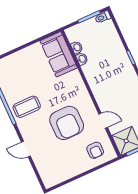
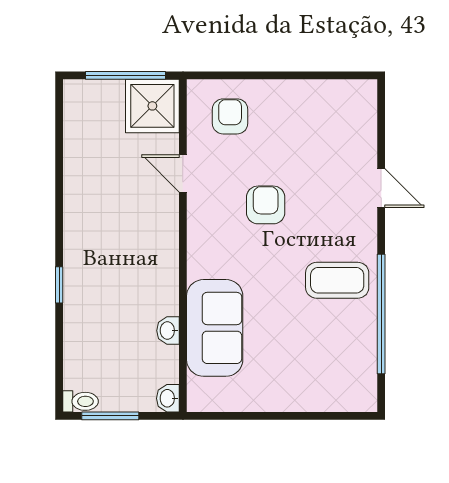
washbasin: (77, 47) -> (168, 398), moved
sofa: (59, 54) -> (215, 328), moved
armchair: (67, 123) -> (266, 205), width x0.53, depth x0.53

